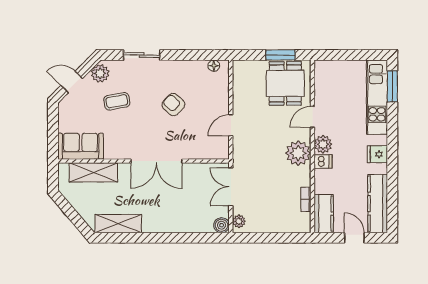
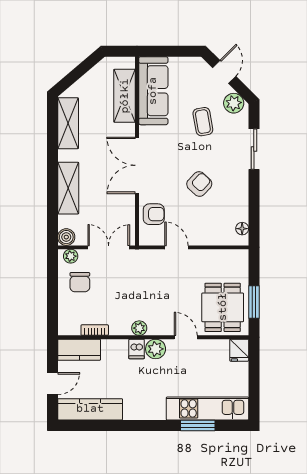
dining table: (285, 83) -> (223, 307), turned 90
window: (392, 86) -> (198, 425), moved
sofa: (81, 146) -> (153, 91), width x1.36
armchair: (201, 146) -> (154, 214), added
plant: (298, 153) -> (139, 328), width x0.53, depth x0.53
fridge: (377, 154) -> (239, 350), moved, turned 180
chair: (262, 213) -> (80, 282), added
shelving: (177, 223) -> (68, 188), added

